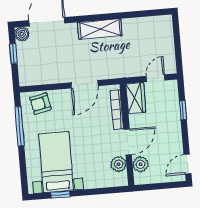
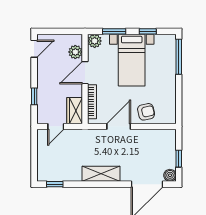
window: (151, 13) -> (55, 184), added
armchair: (40, 104) -> (146, 112), moved
window: (20, 126) -> (179, 57), moved
bed with nightstands: (56, 162) -> (132, 60), moved
plant: (119, 164) -> (95, 41), moved
window: (99, 191) -> (114, 31), added

